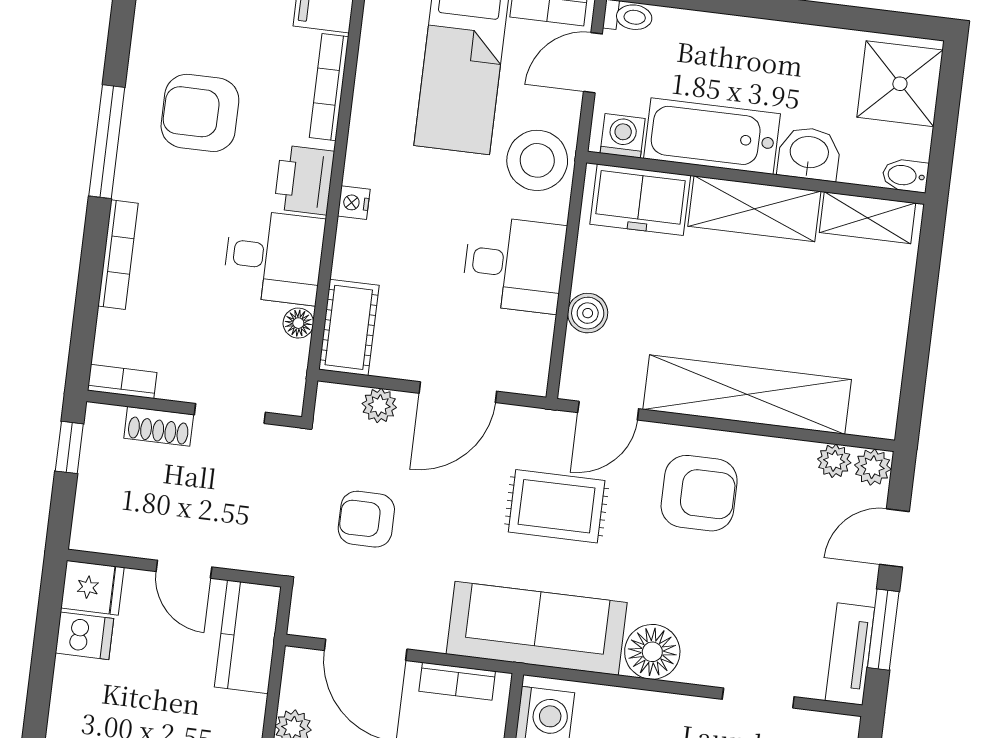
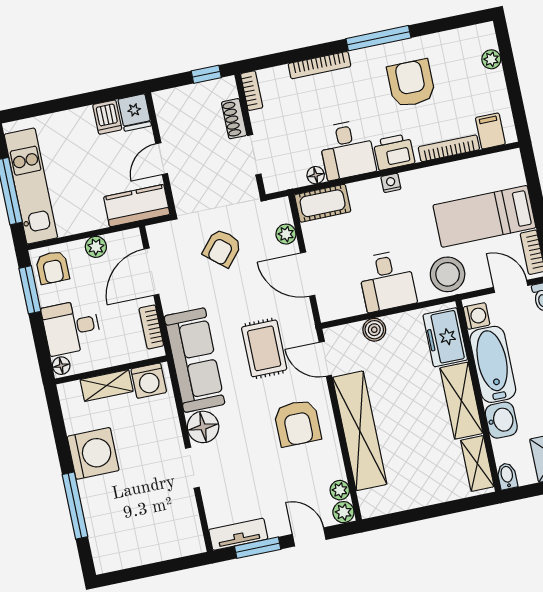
armchair: (366, 519) -> (222, 248), turned -140
doorway: (758, 698) -> (192, 468), moved

